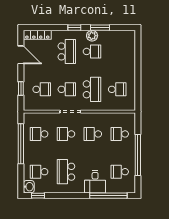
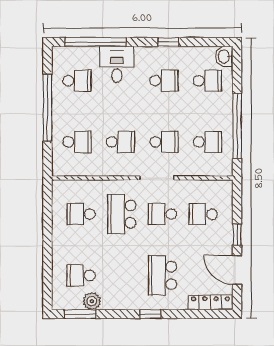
window: (100, 28) -> (80, 314), moved
plant: (92, 36) -> (92, 301), moved
school desk: (92, 51) -> (81, 276), moved
window: (21, 88) -> (237, 235), moved
school desk: (66, 172) -> (164, 81), width x0.54
window: (38, 196) -> (168, 42), moved

